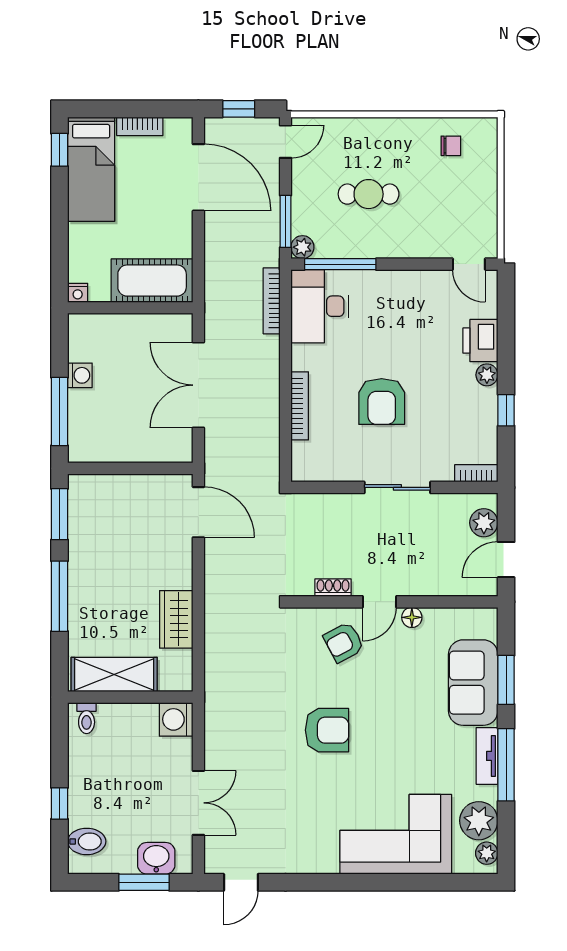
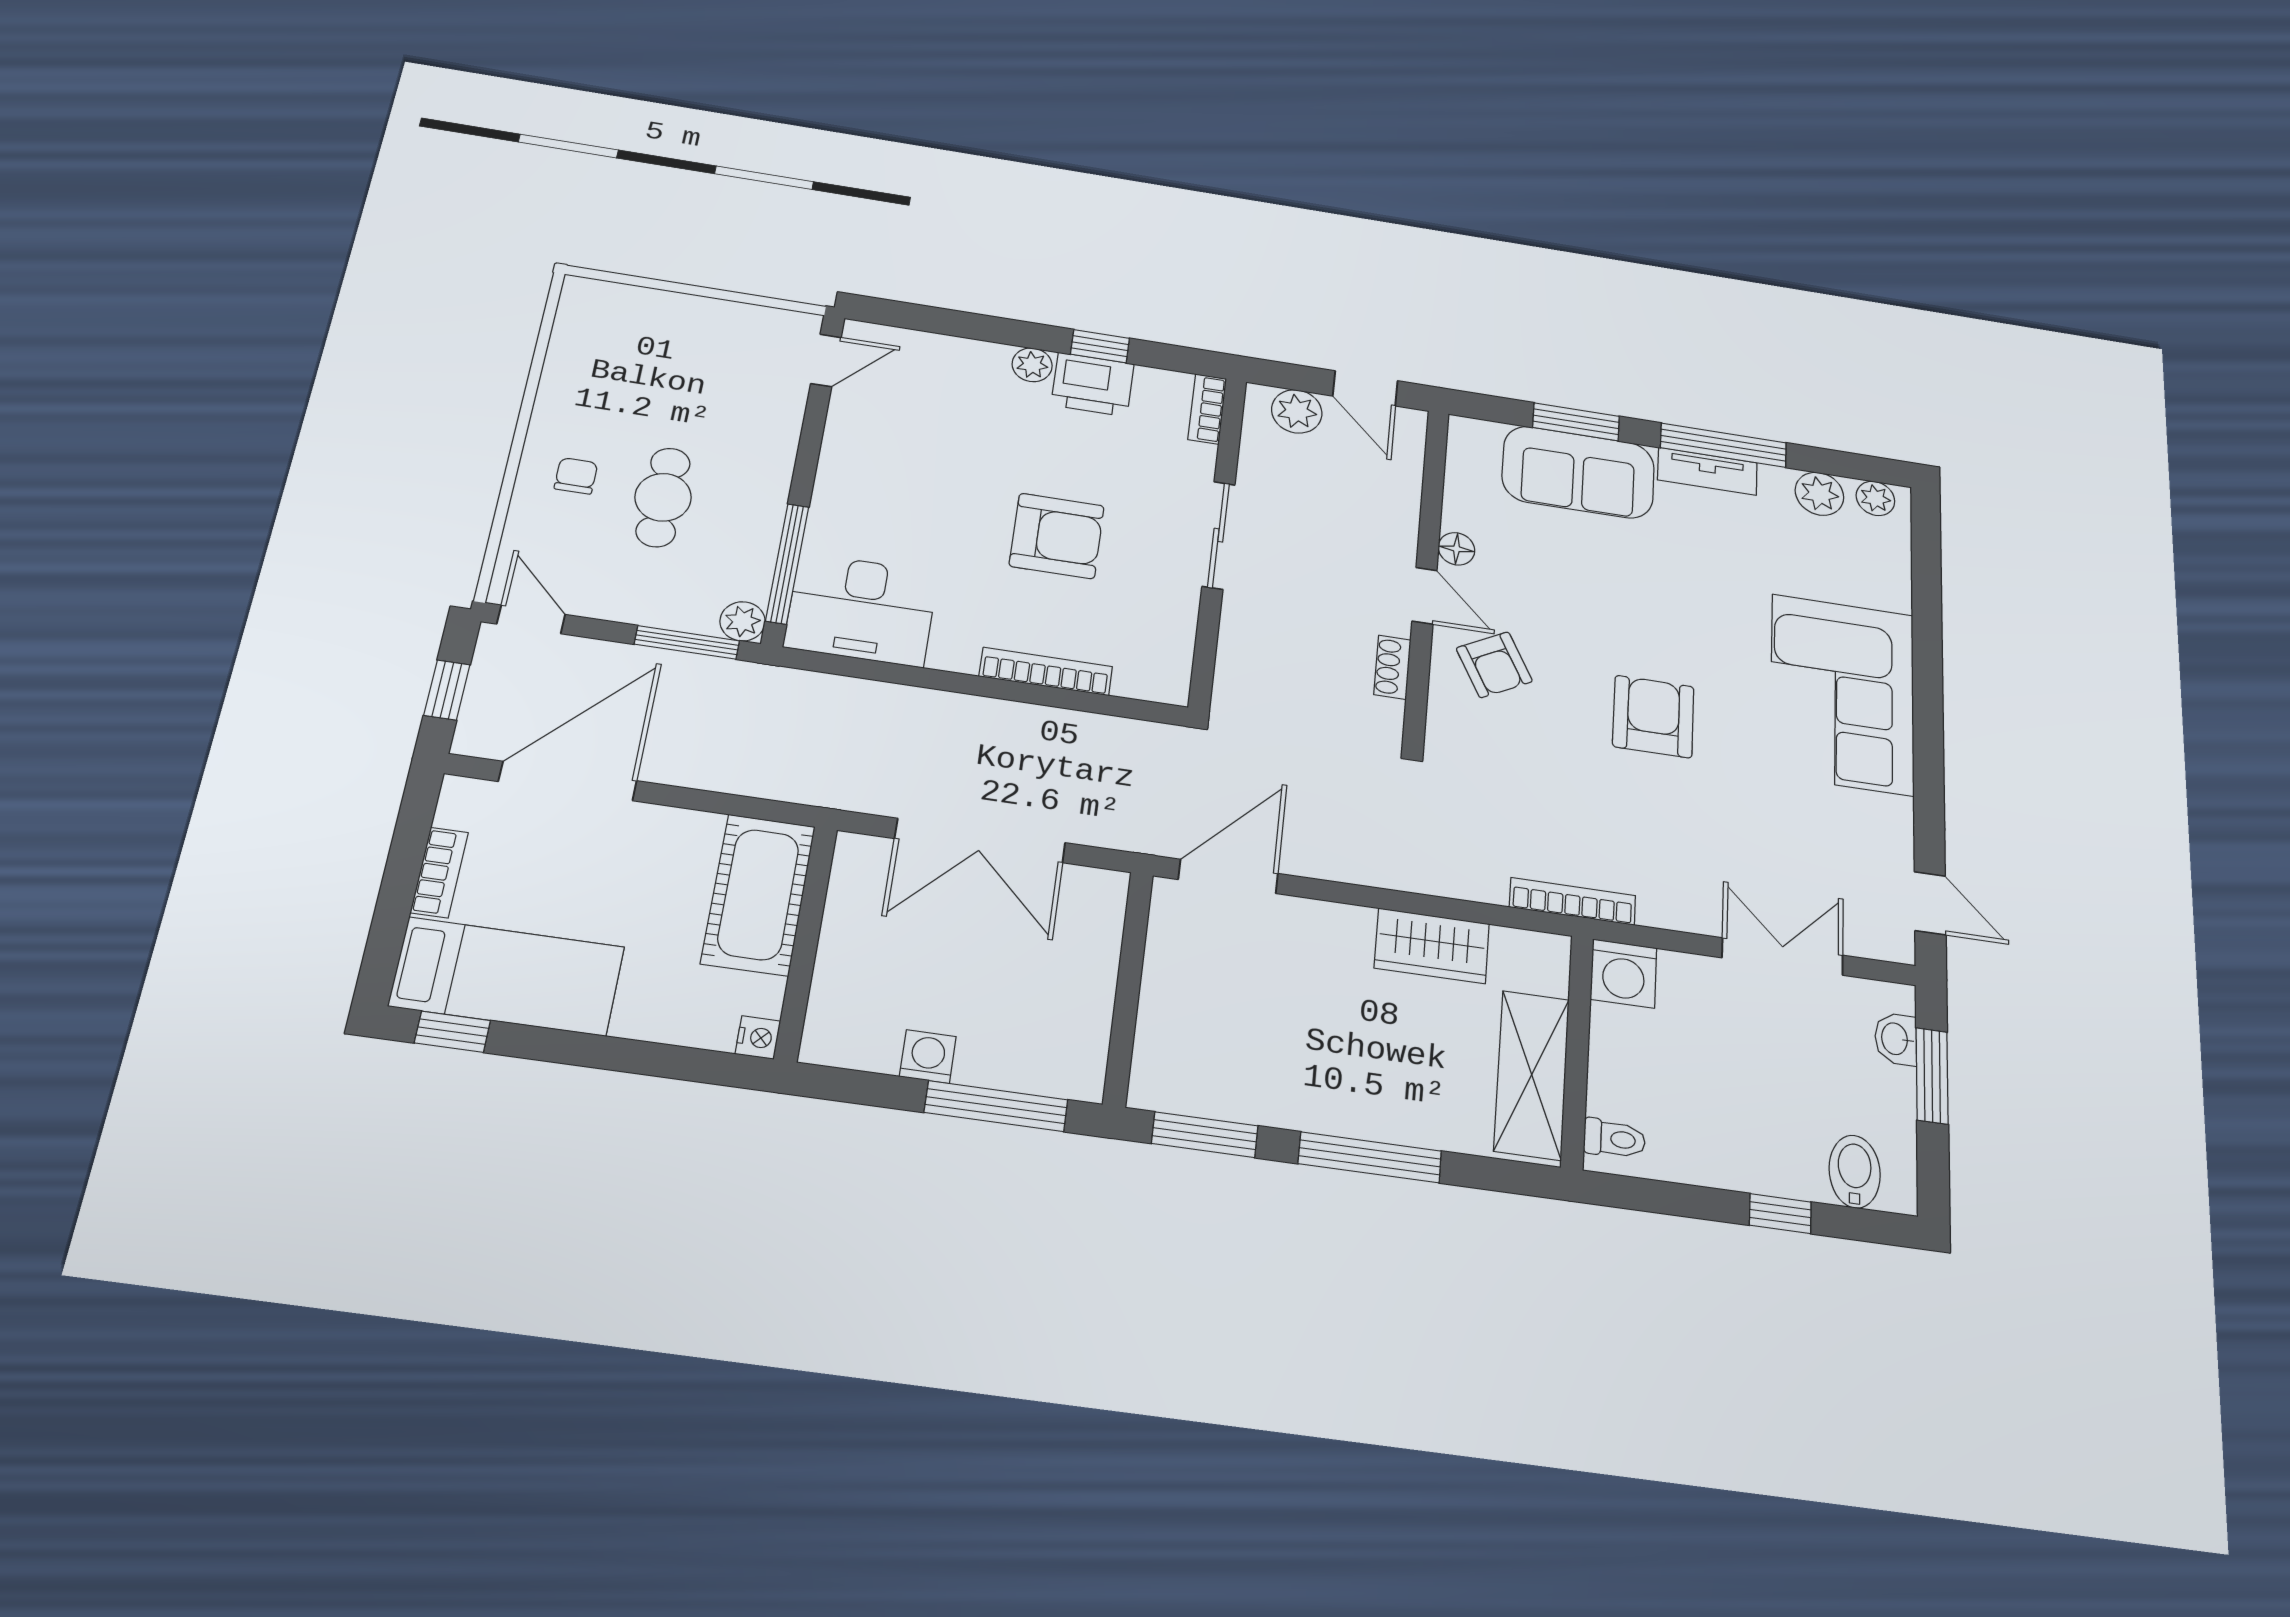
chair: (451, 146) -> (576, 476), moved
bookcase: (272, 301) -> (1573, 901), moved, turned 180
printer: (480, 341) -> (1093, 384), moved
plant: (479, 821) -> (1819, 494), width x0.73, depth x0.73
corner sofa: (396, 834) -> (1842, 694), moved
washbasin: (156, 858) -> (1896, 1039), width x0.72, depth x0.69

